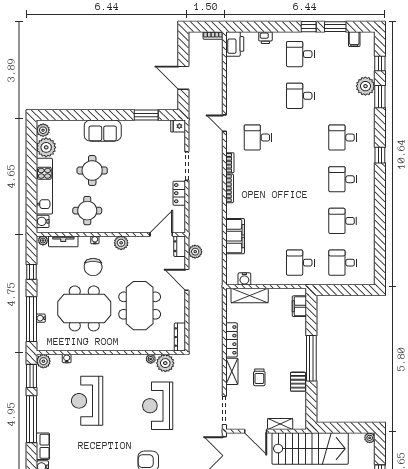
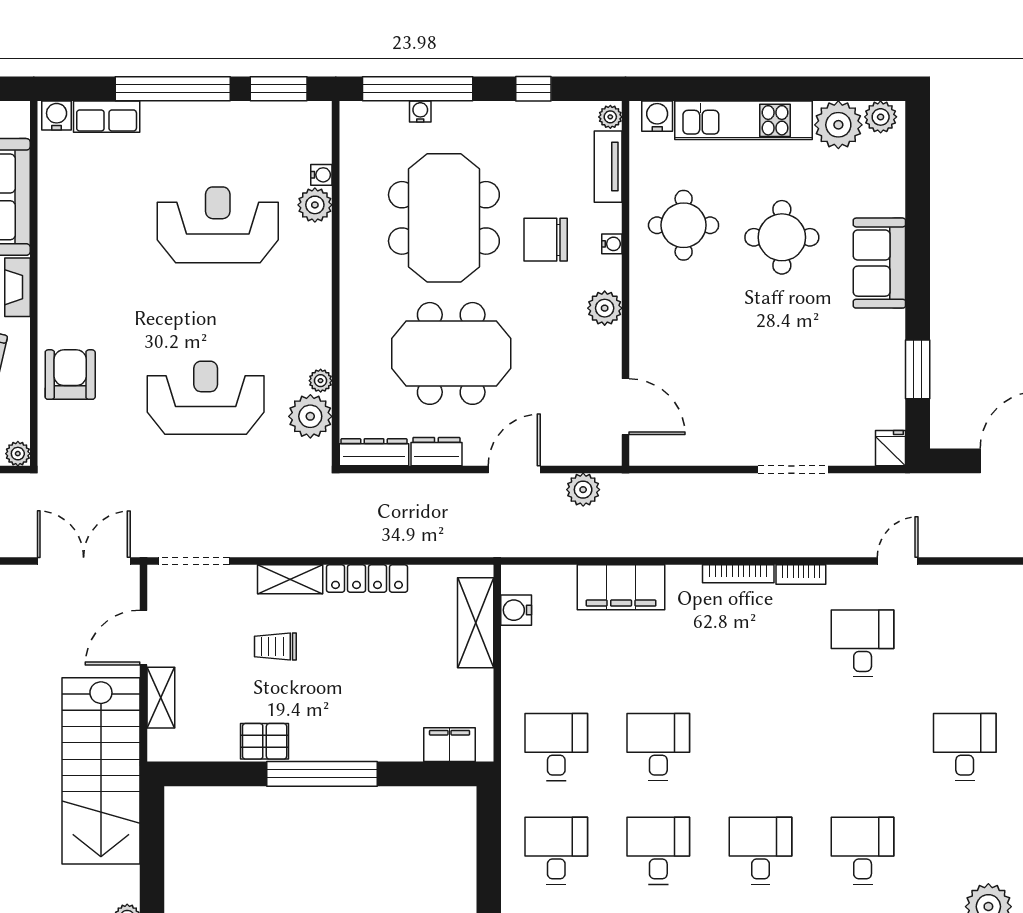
locker: (179, 193) -> (726, 451), removed
desk: (300, 221) -> (658, 747), added
dresser: (180, 246) -> (436, 452), moved
plant: (43, 361) -> (315, 205), moved

